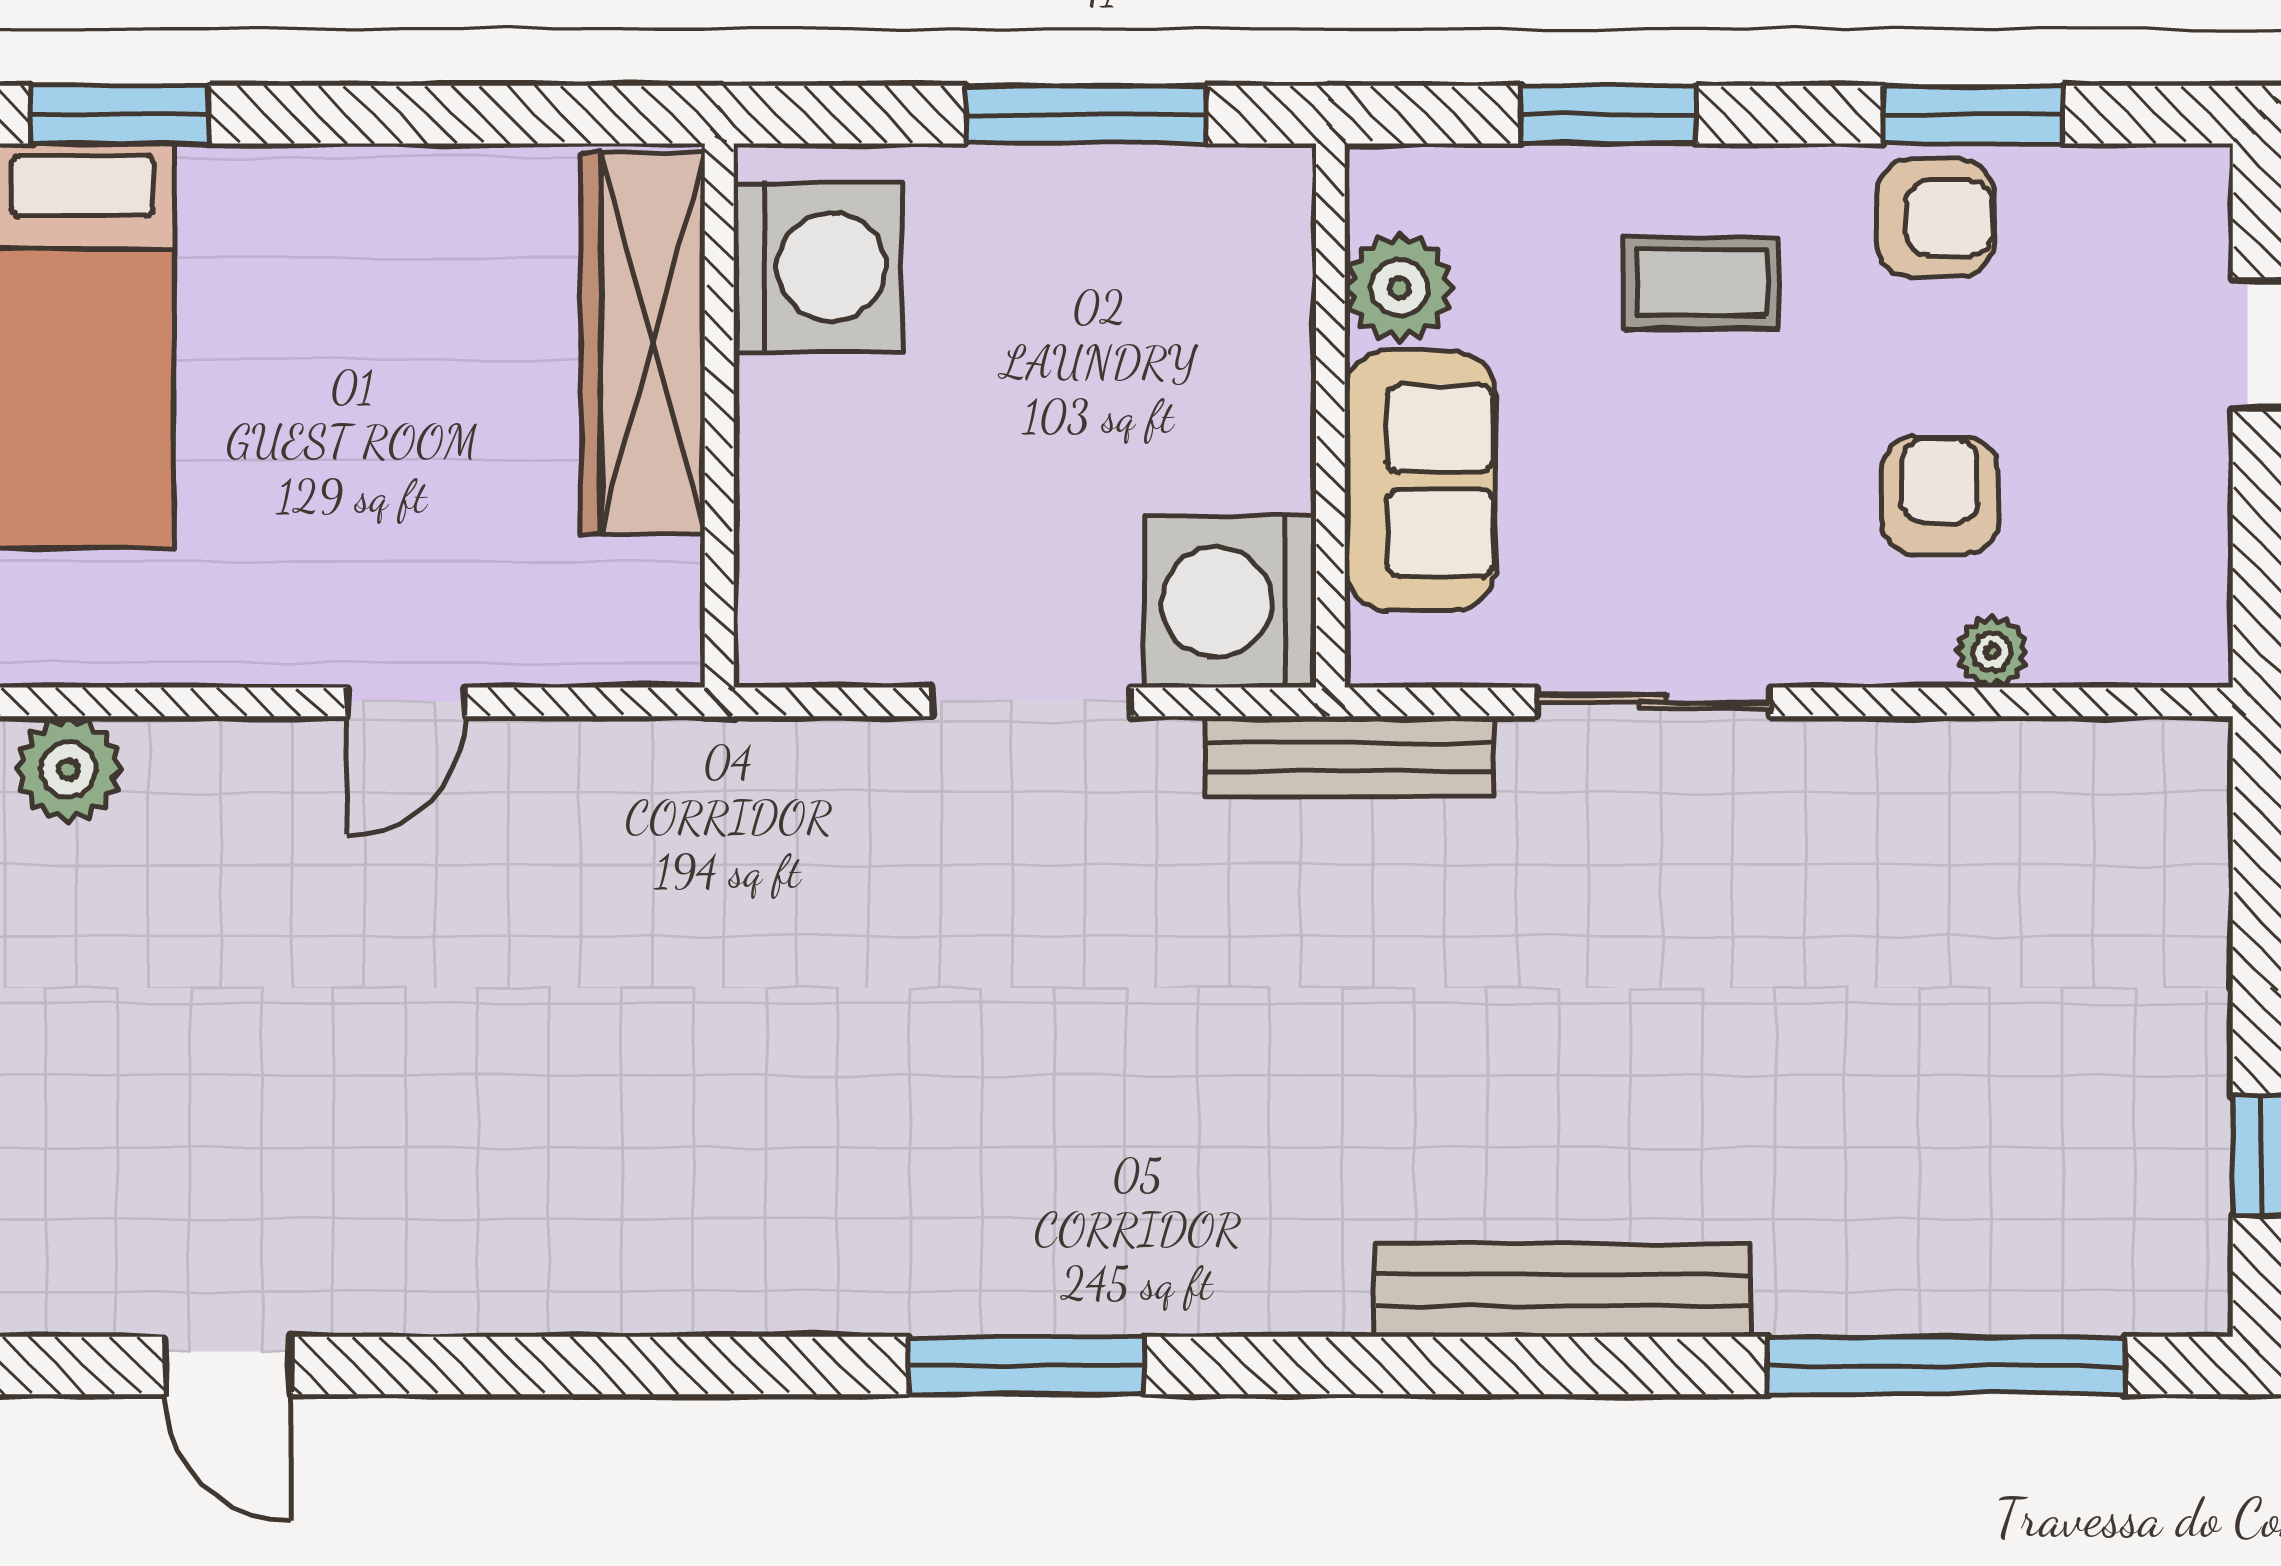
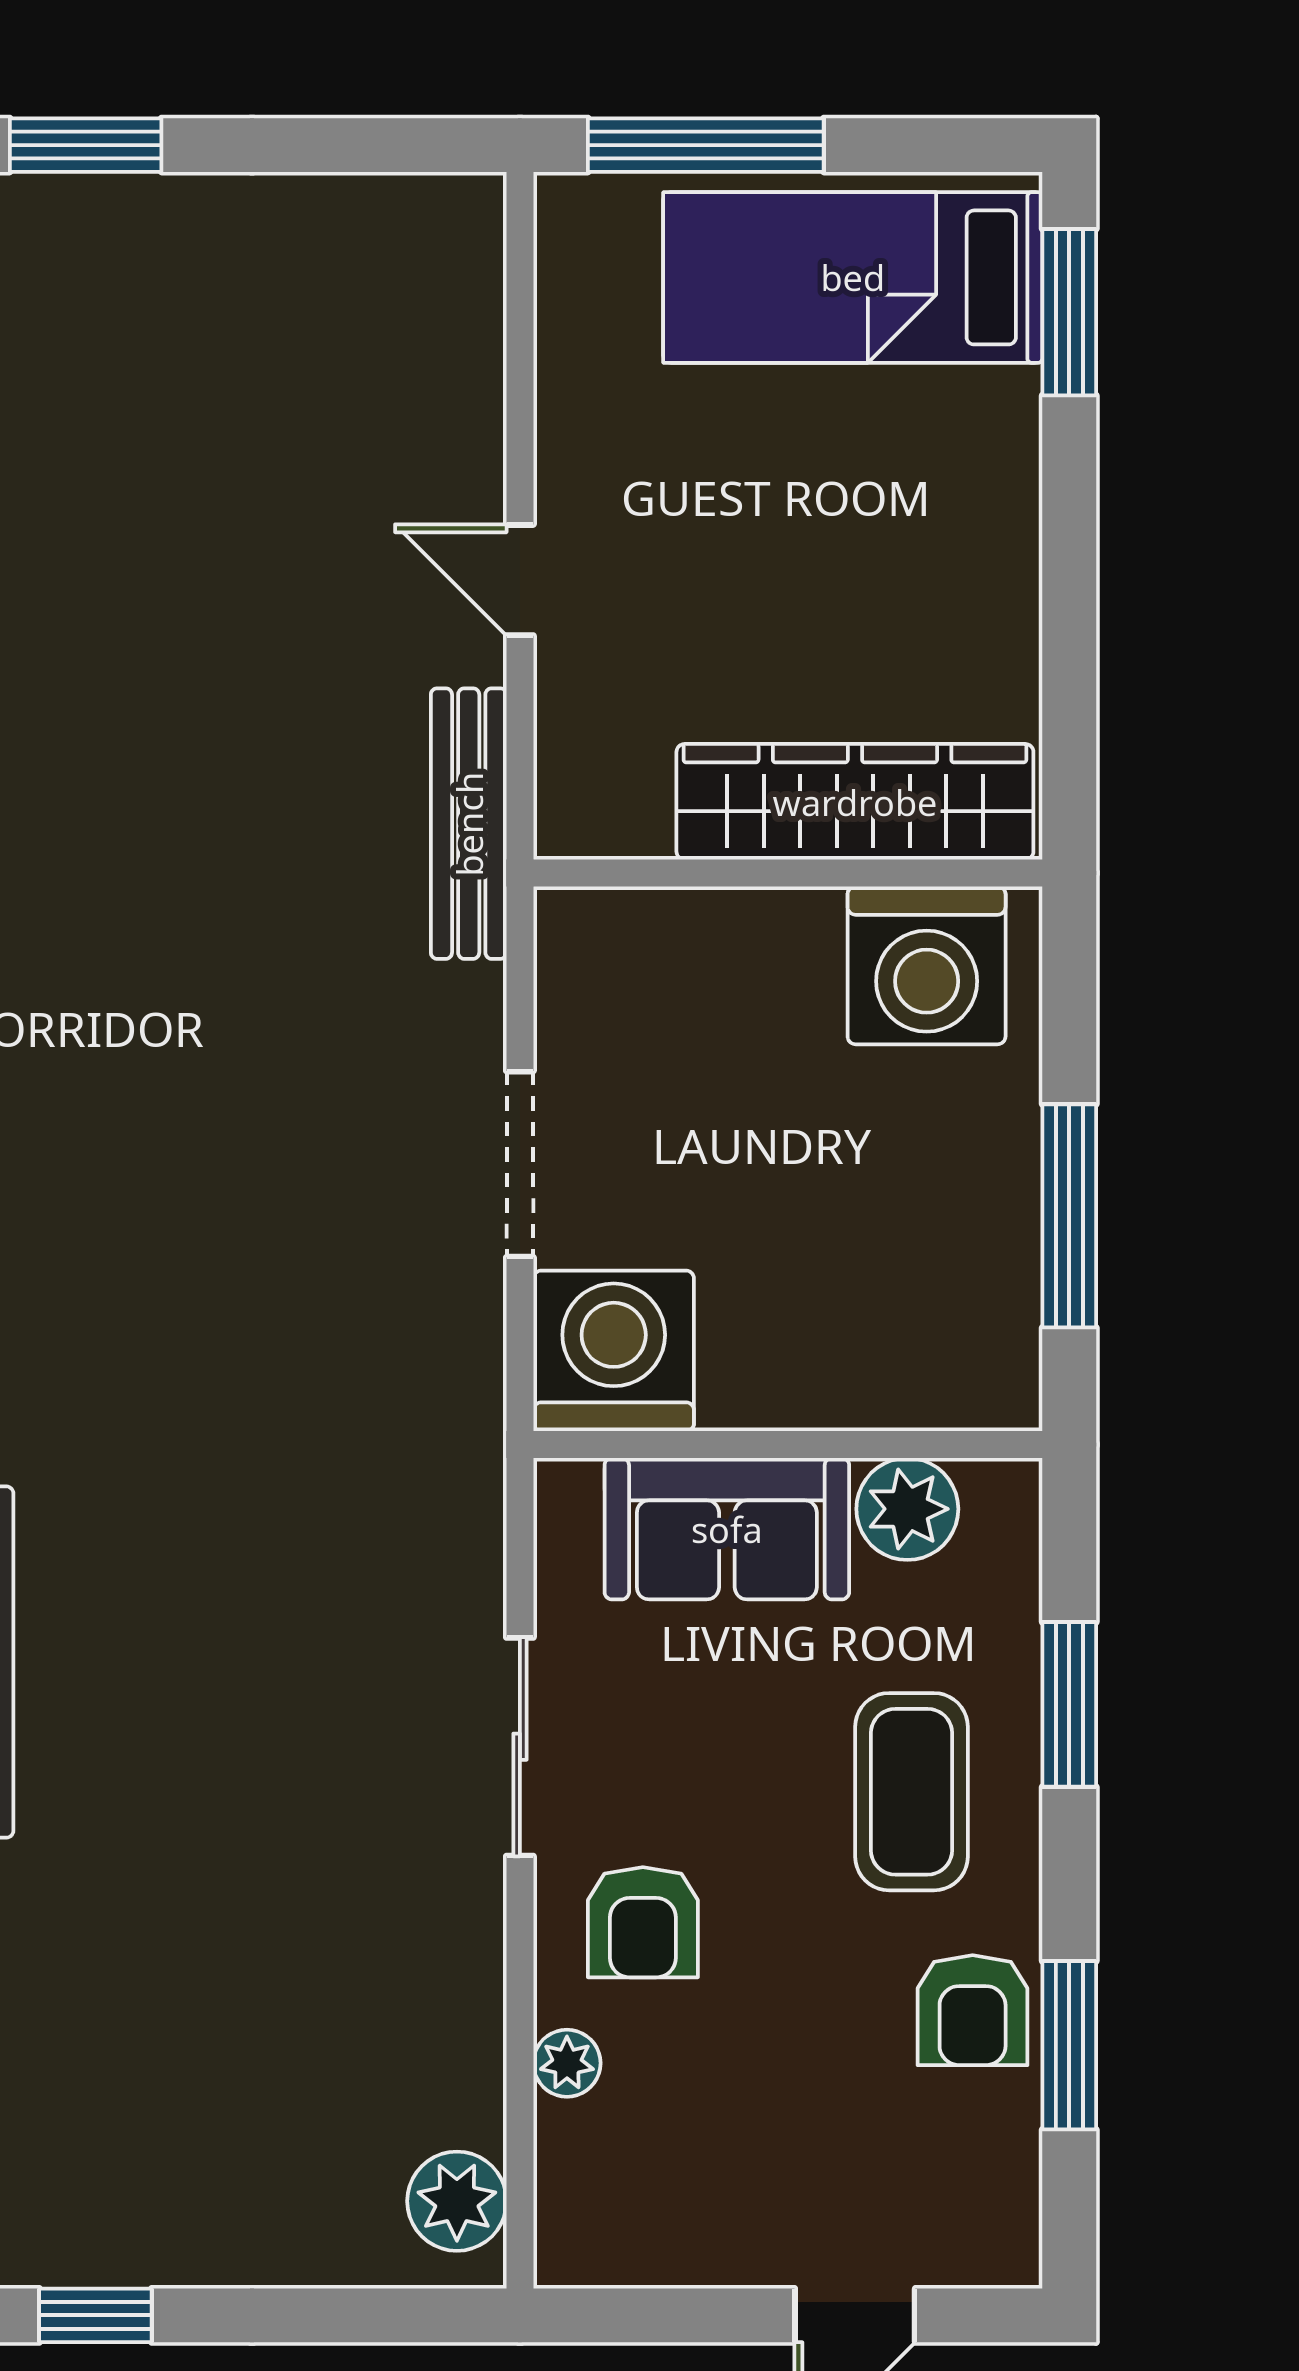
coffee table: (1702, 283) -> (911, 1792), width x1.36, depth x1.30
armchair: (1940, 495) -> (643, 1922), moved, turned 90
bench: (1349, 757) -> (469, 824), moved
plant: (68, 769) -> (457, 2201), moved

